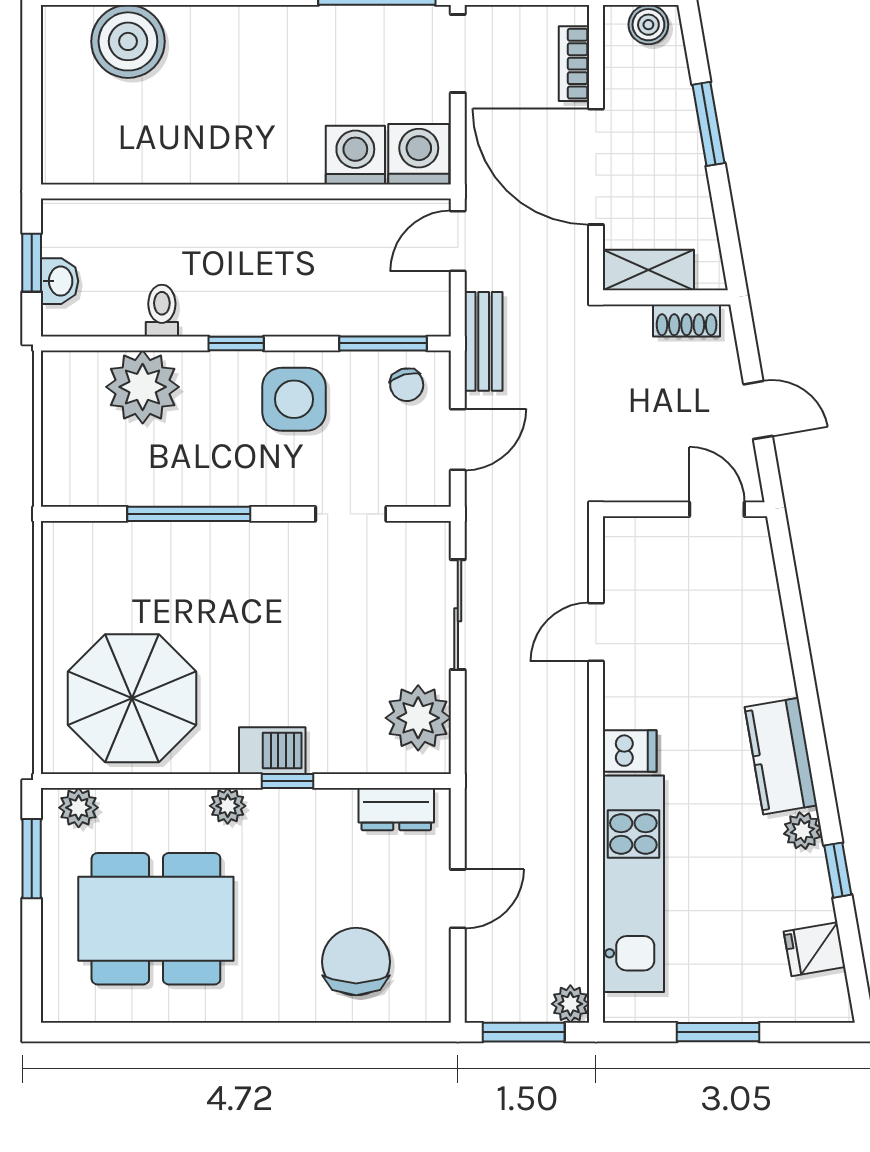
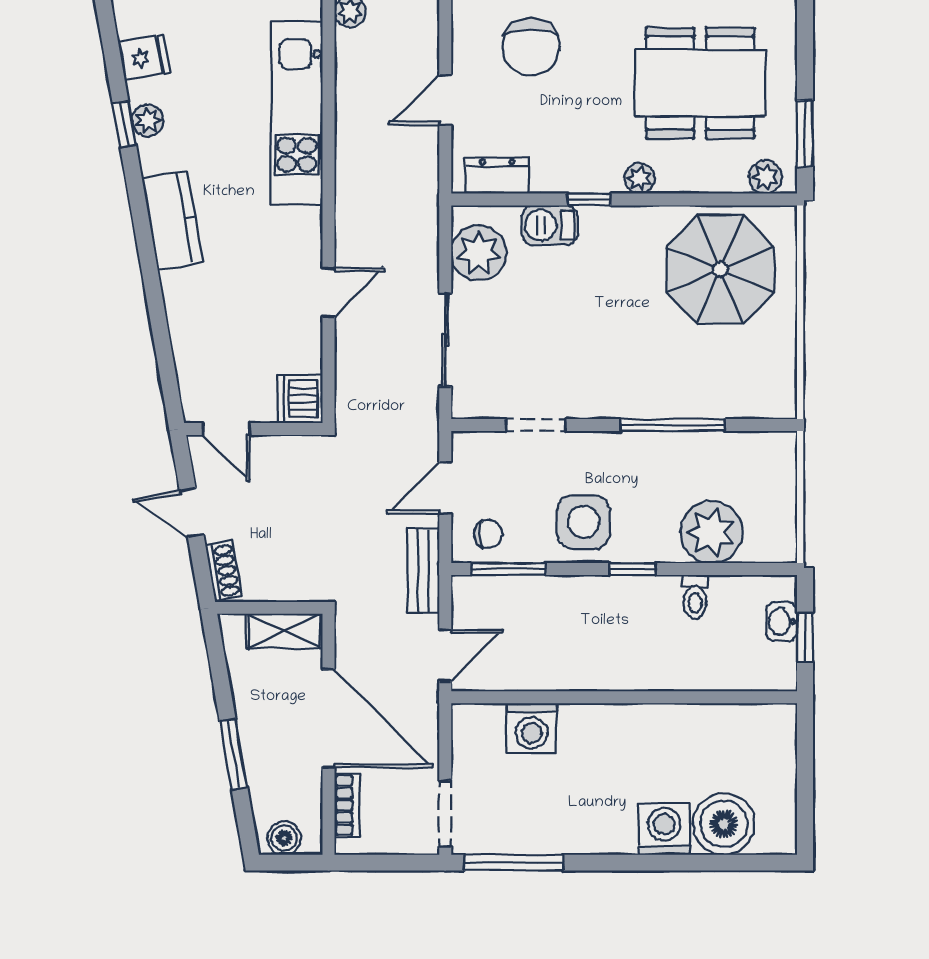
washing machine: (419, 154) -> (664, 829), moved, turned 180
shoe rack: (687, 321) -> (224, 571), moved, turned 80
chair: (407, 385) -> (488, 534), turned 106
door: (596, 632) -> (329, 292), moved
barbecue: (272, 751) -> (550, 225), moved
dishwasher: (630, 751) -> (300, 399), moved, width x1.38
plant: (803, 831) -> (148, 121), moved

